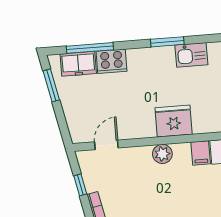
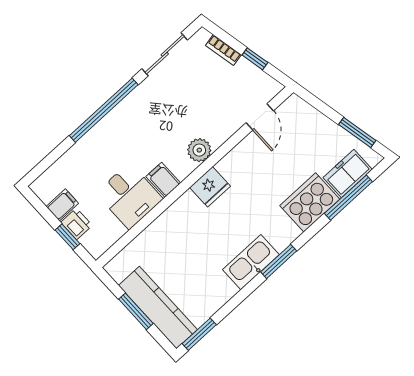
kitchen sink: (191, 55) -> (251, 262), width x1.38
cooker: (112, 61) -> (310, 202), width x1.37, depth x1.31
fridge: (174, 121) -> (210, 187), width x0.73, depth x0.75

